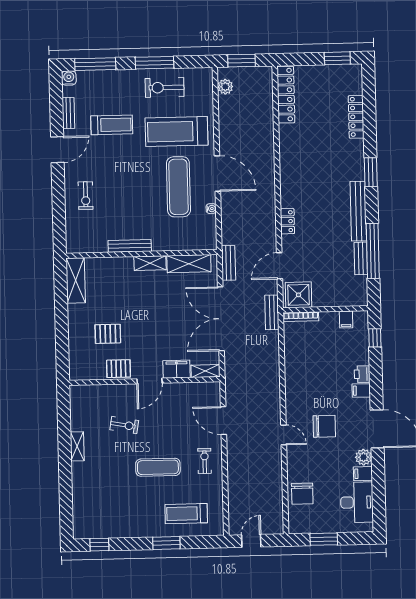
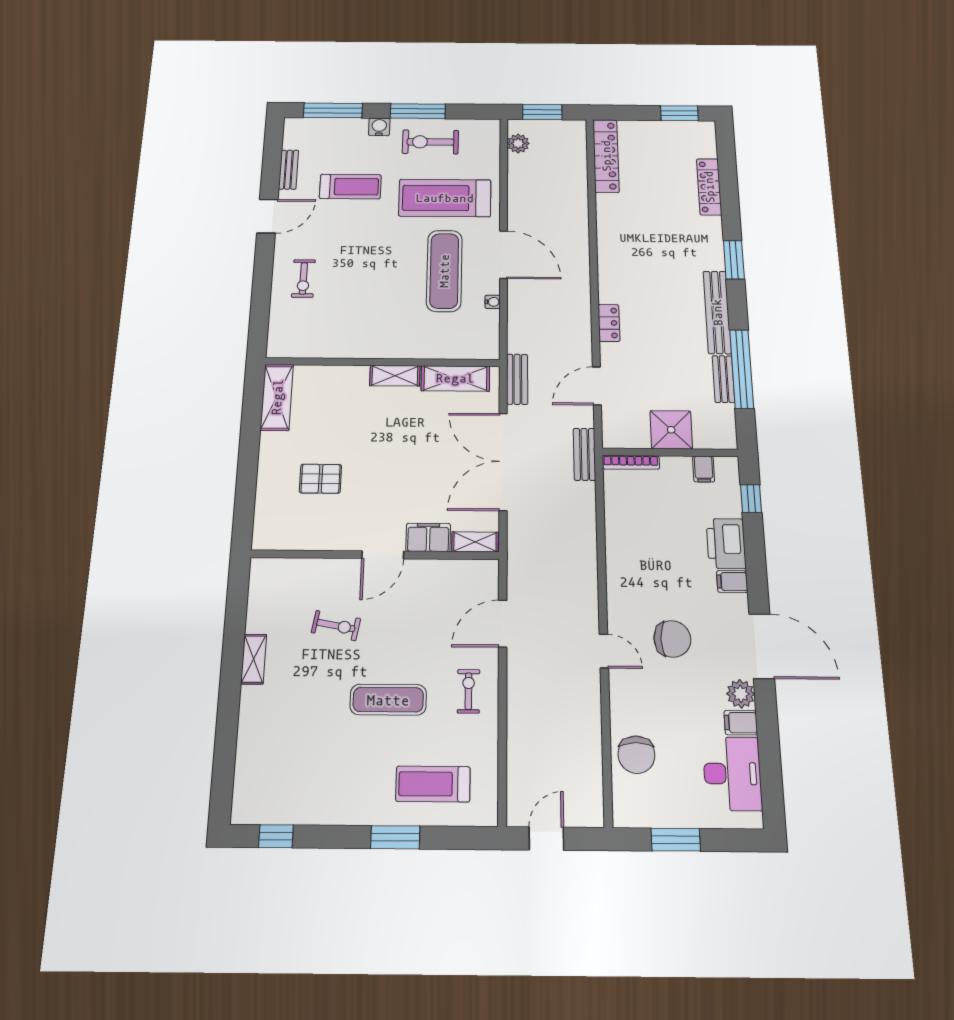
water cooler: (69, 78) -> (379, 127), moved
bench: (130, 246) -> (365, 350), removed
shower: (298, 295) -> (671, 430), moved
pallet: (118, 369) -> (333, 534), removed
printer: (362, 374) -> (726, 543), width x1.87, depth x1.48
door: (223, 421) -> (503, 624), hinge flipped

